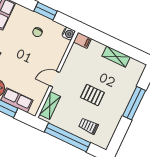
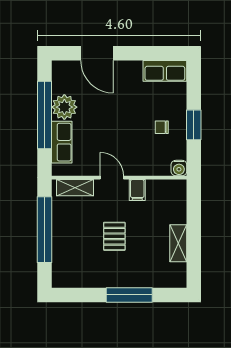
filing cabinet: (82, 40) -> (137, 190), moved
trolley: (88, 126) -> (72, 250), removed

